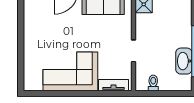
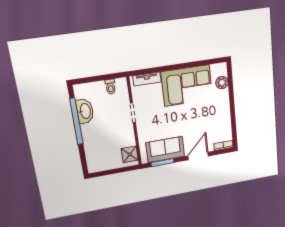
plant: (31, 68) -> (222, 83), added

